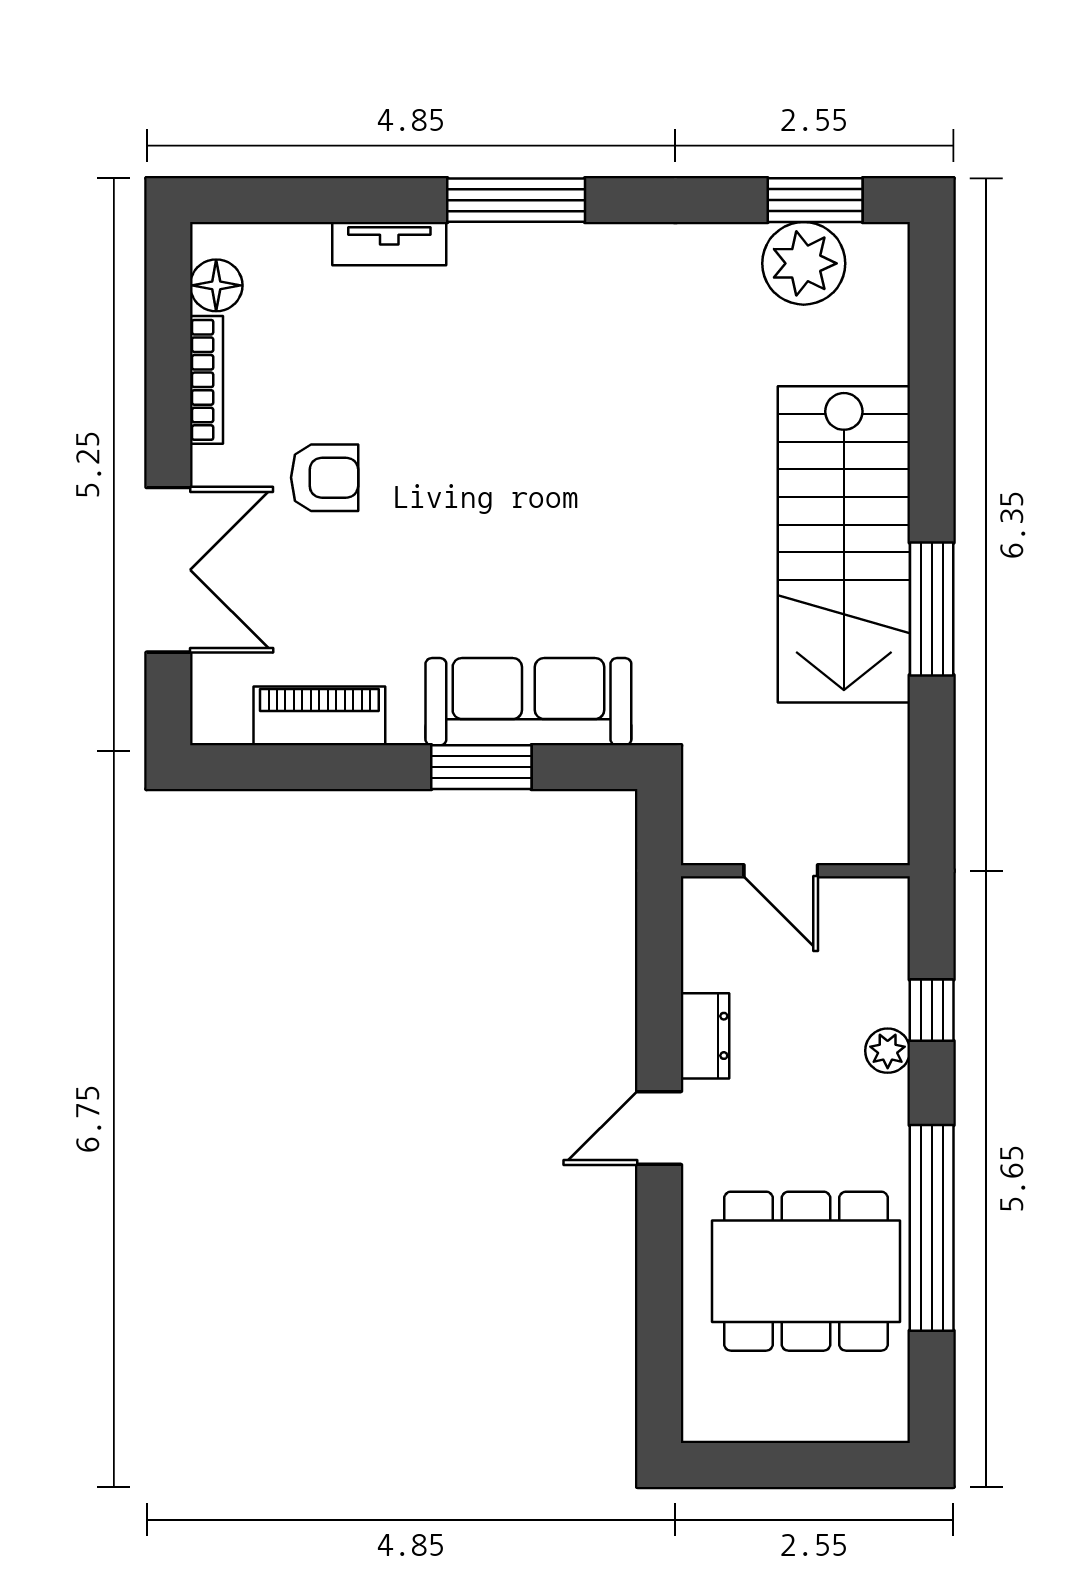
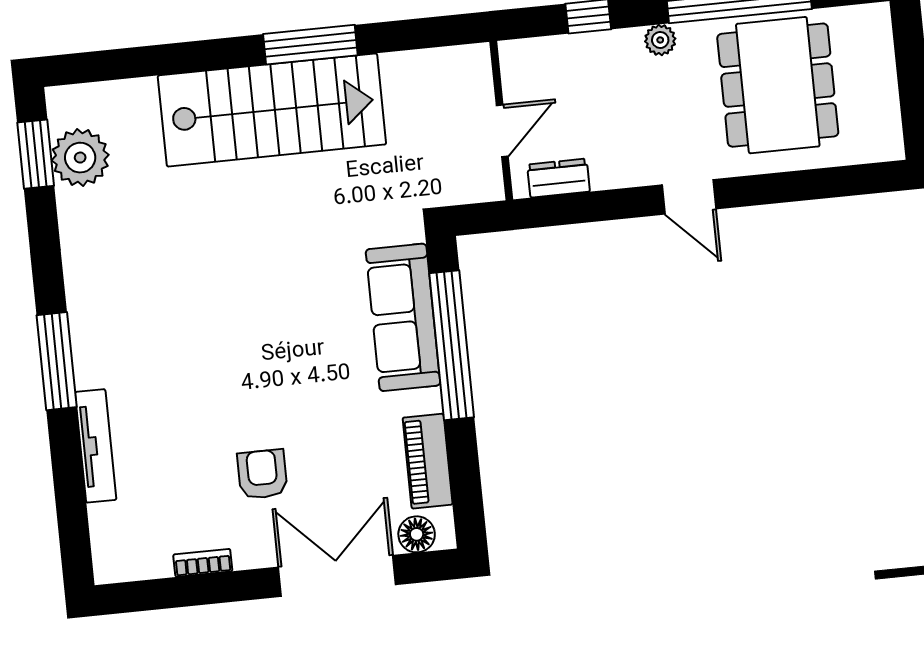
tv unit: (389, 244) -> (96, 446), width x1.41
floor lamp: (216, 285) -> (417, 534), moved
bookcase: (207, 380) -> (203, 563), width x0.64
window: (481, 767) -> (452, 345), width x2.11
dresser: (705, 1036) -> (559, 178), moved
plant: (888, 1051) -> (660, 40), moved

